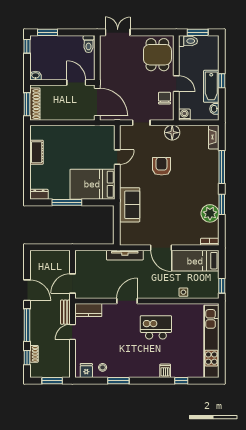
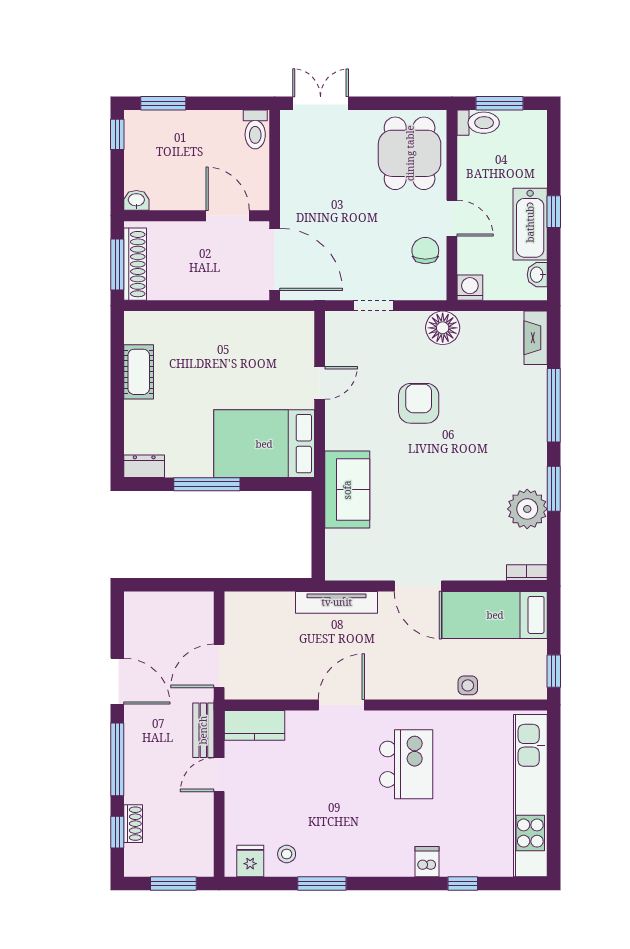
kitchen island: (156, 327) -> (406, 764), turned 90

